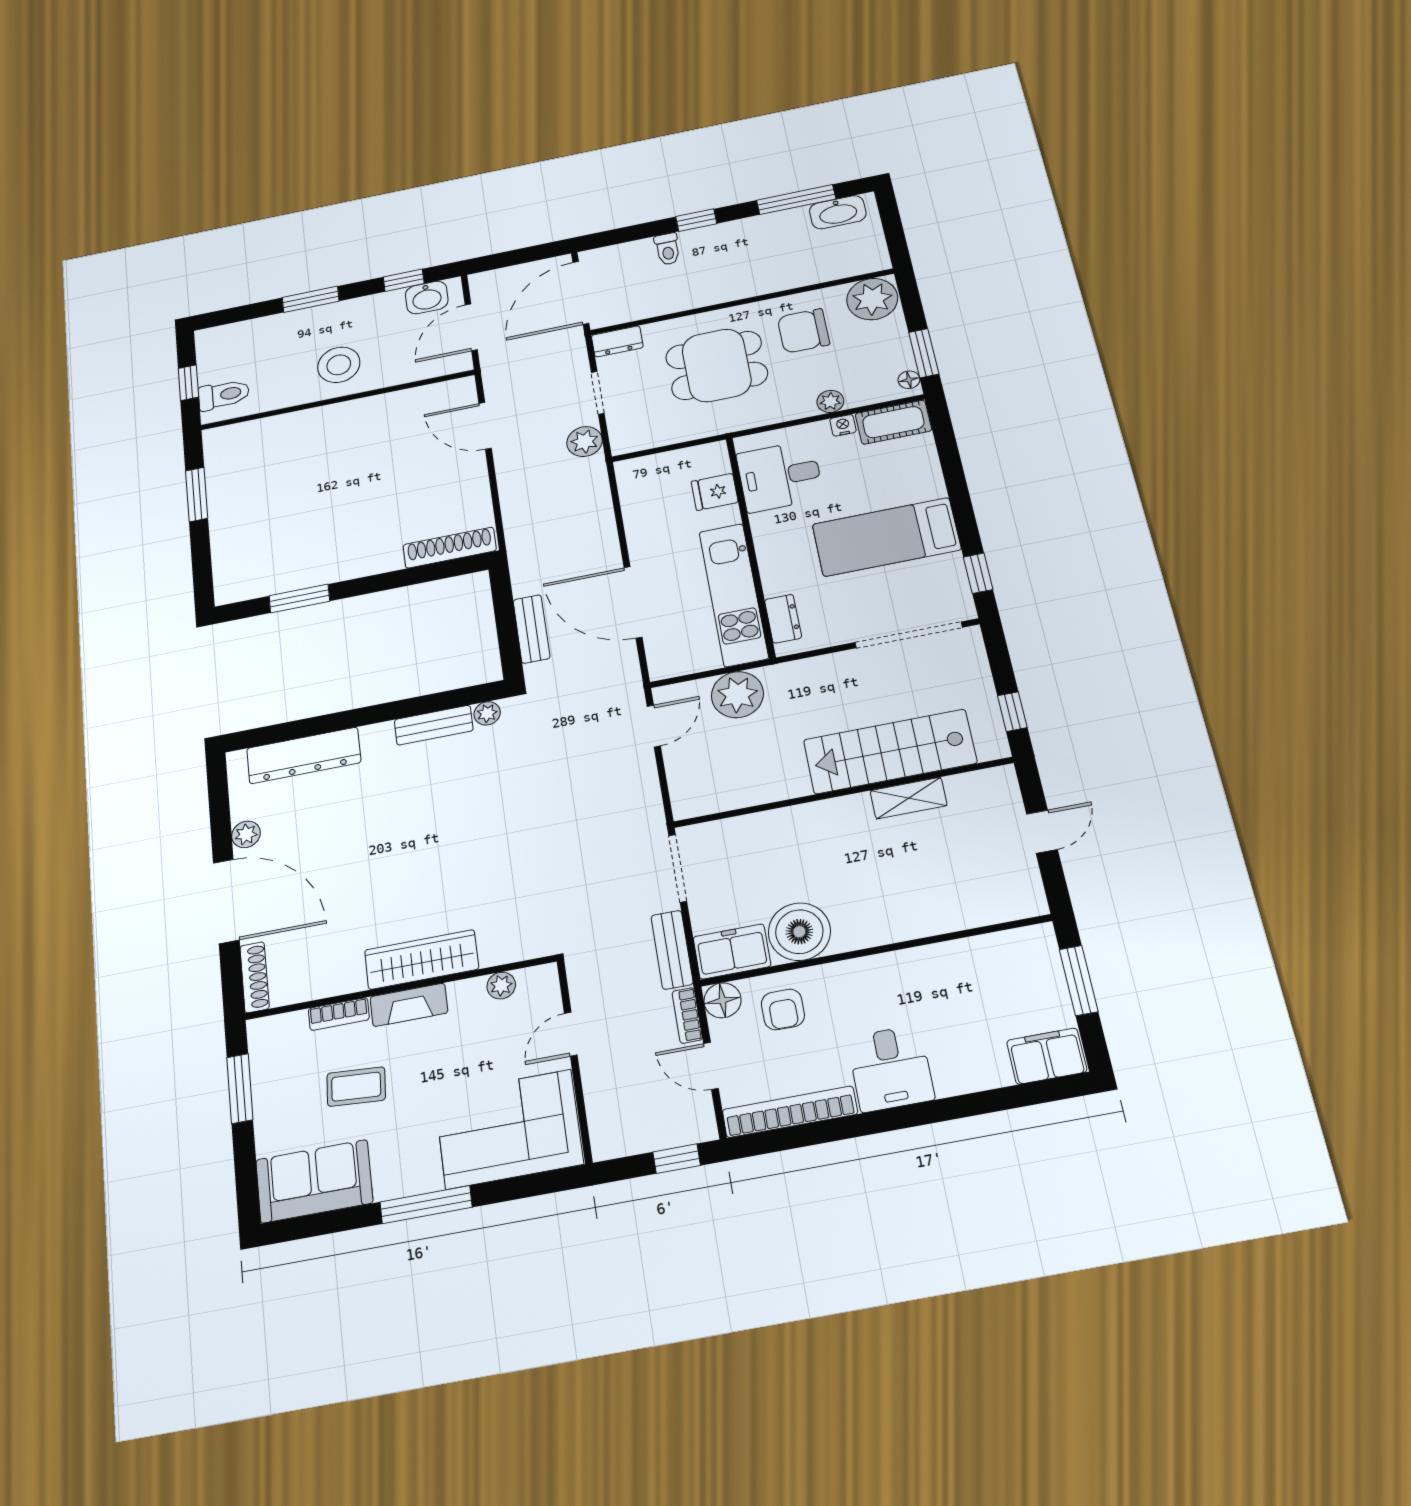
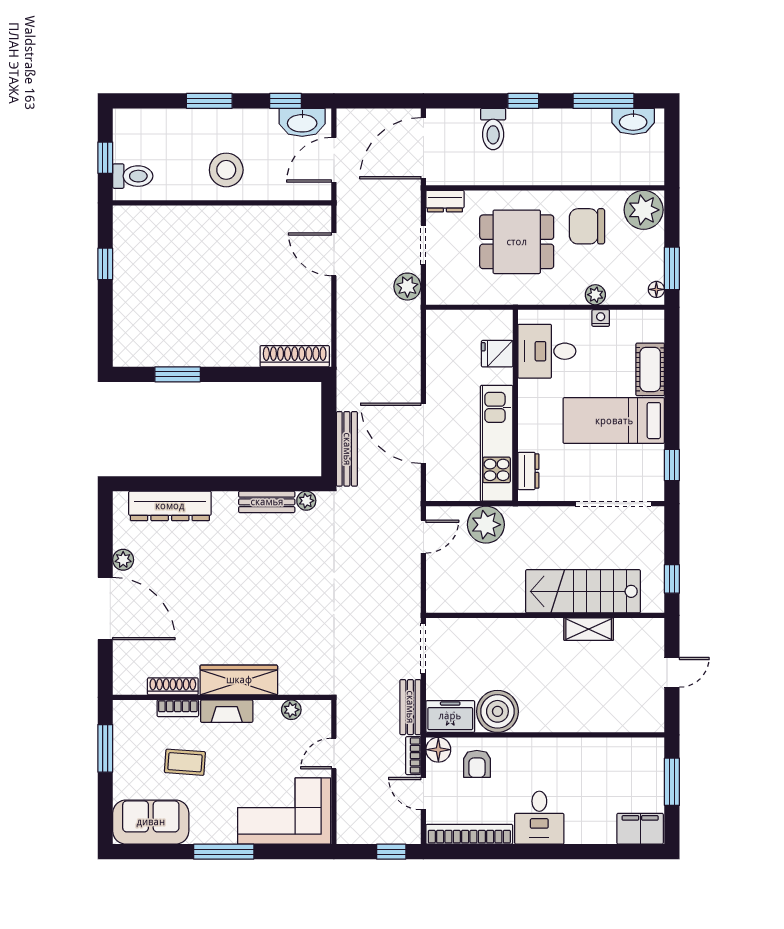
toilet: (667, 249) -> (493, 129), width x1.37, depth x1.39
washbasin: (427, 297) -> (302, 122), width x1.38
cot: (893, 422) -> (650, 369), moved, turned 90
window: (197, 494) -> (105, 264), width x0.67
bench: (531, 629) -> (347, 449), width x1.36
shoe rack: (255, 977) -> (173, 686), moved, turned -90

